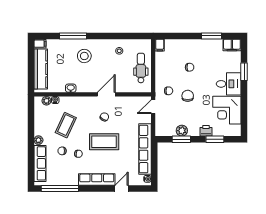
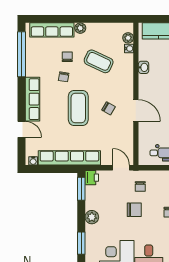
plant: (182, 131) -> (92, 217), moved
printer: (206, 131) -> (92, 178), moved
window: (181, 139) -> (81, 189), moved

